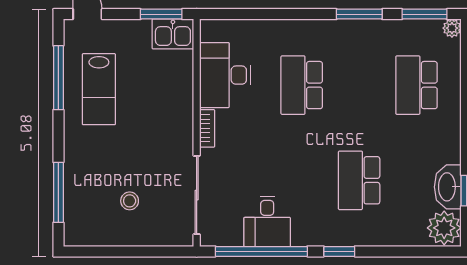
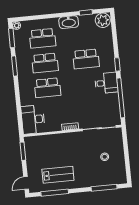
kitchen sink: (173, 34) -> (31, 145), removed
desk: (225, 75) -> (33, 119), moved, turned 90
school desk: (359, 85) -> (45, 63), added
washbasin: (448, 187) -> (69, 22), moved
desk: (267, 221) -> (106, 83), moved

